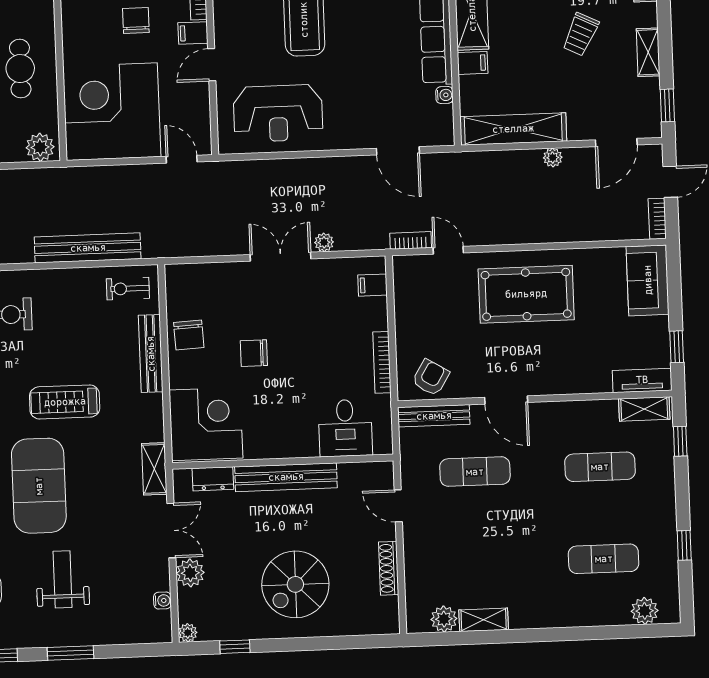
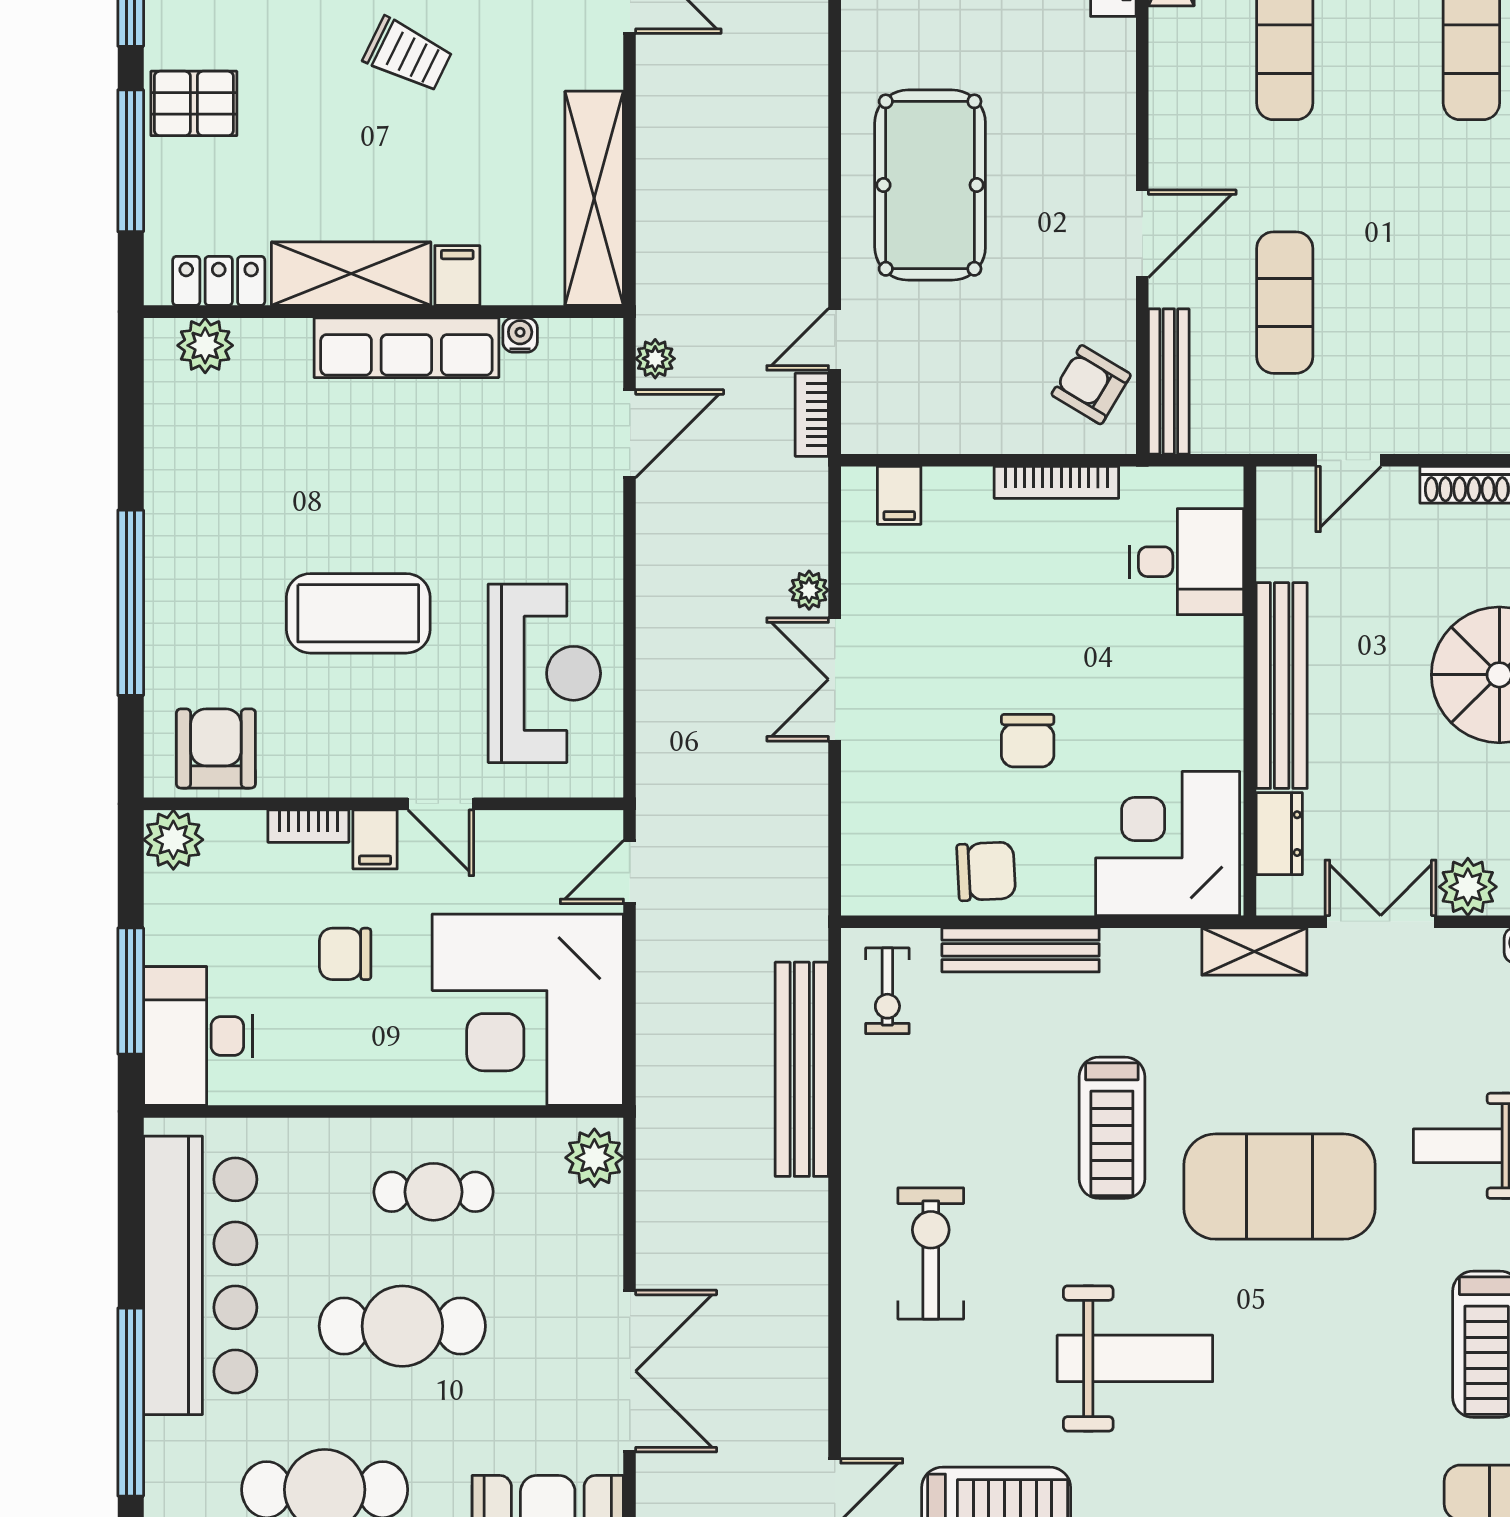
plant: (553, 158) -> (655, 359), moved

